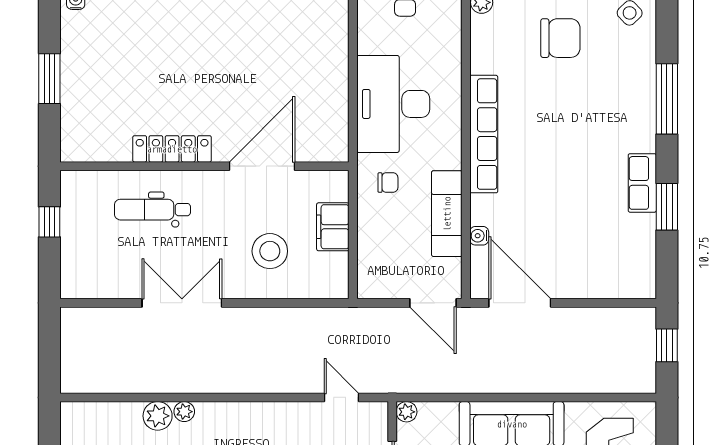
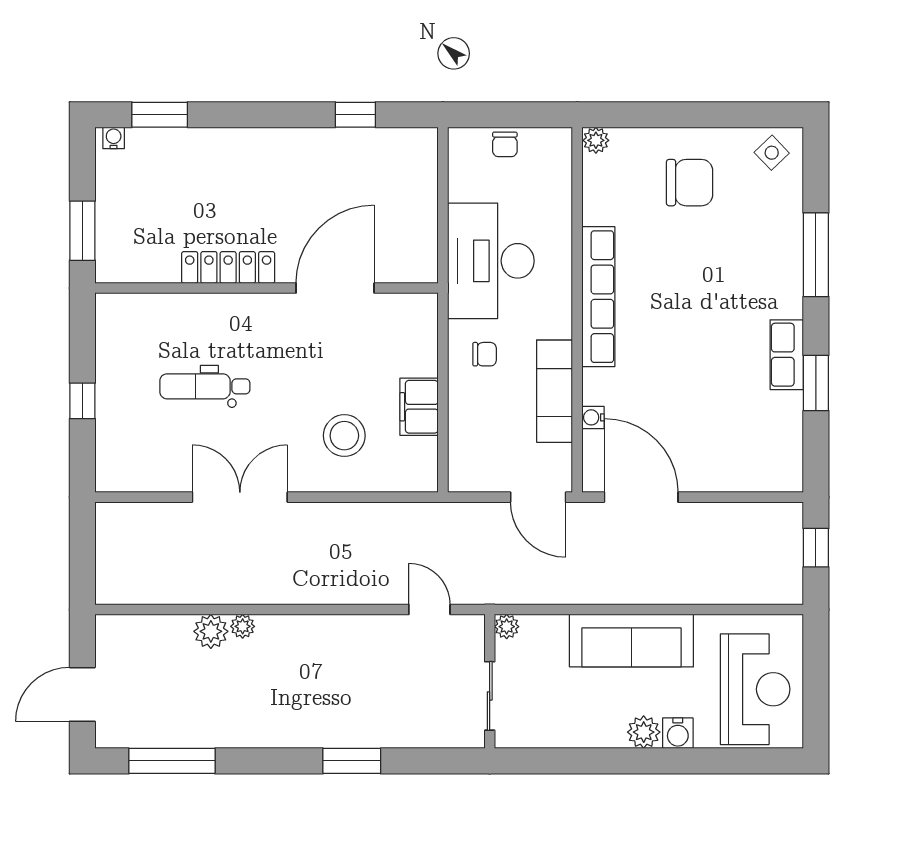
locker: (172, 149) -> (228, 267), moved
wall: (204, 166) -> (267, 288), moved
door: (262, 166) -> (335, 288), moved

